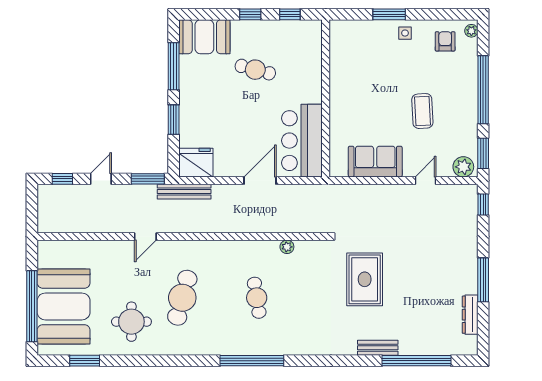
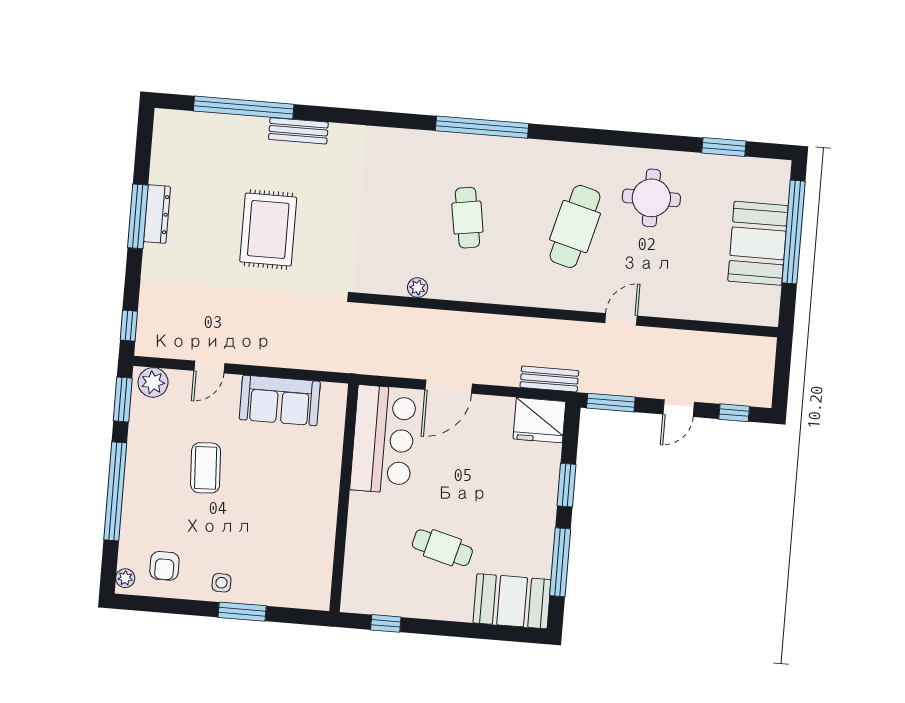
window: (250, 14) -> (443, 628), removed
bench: (184, 192) -> (549, 379), width x0.73
rug: (365, 279) -> (268, 230), moved
booth: (64, 306) -> (758, 243), width x0.73, depth x0.70
dresser: (470, 315) -> (157, 214), moved

